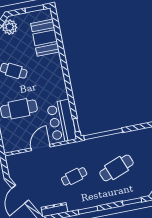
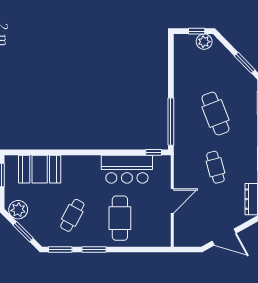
bar counter: (62, 121) -> (127, 169), moved
door: (41, 147) -> (172, 201), swing flipped

